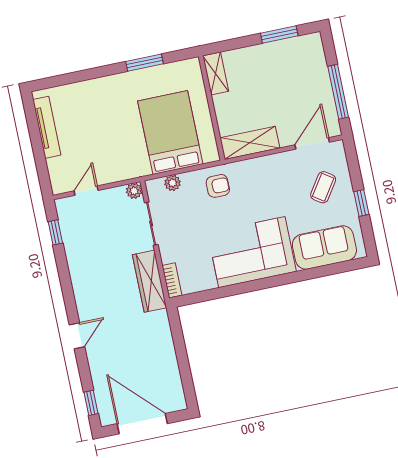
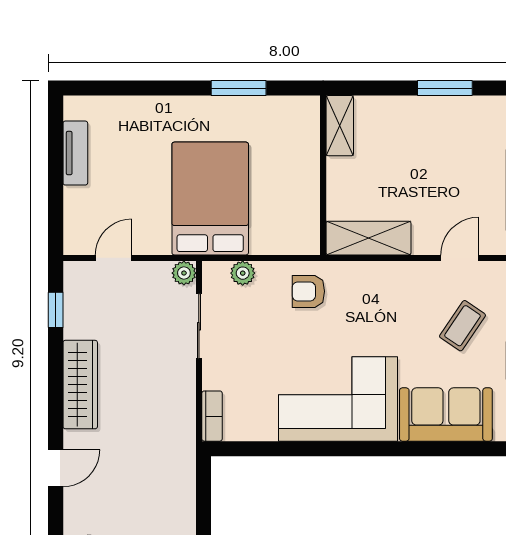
tv unit: (47, 127) -> (75, 153), width x0.71
bed: (170, 133) -> (210, 199), moved
door: (312, 143) -> (460, 258), width x0.73
armchair: (218, 186) -> (308, 291), turned 180
wardrobe: (150, 281) -> (80, 385), moved, turned 180

